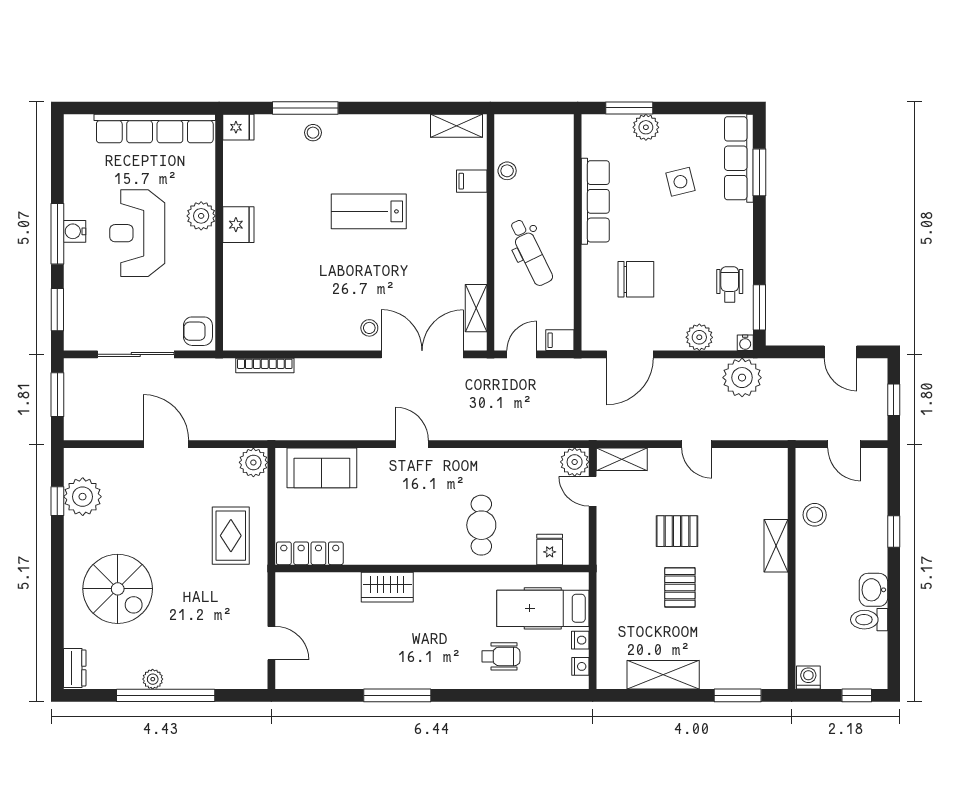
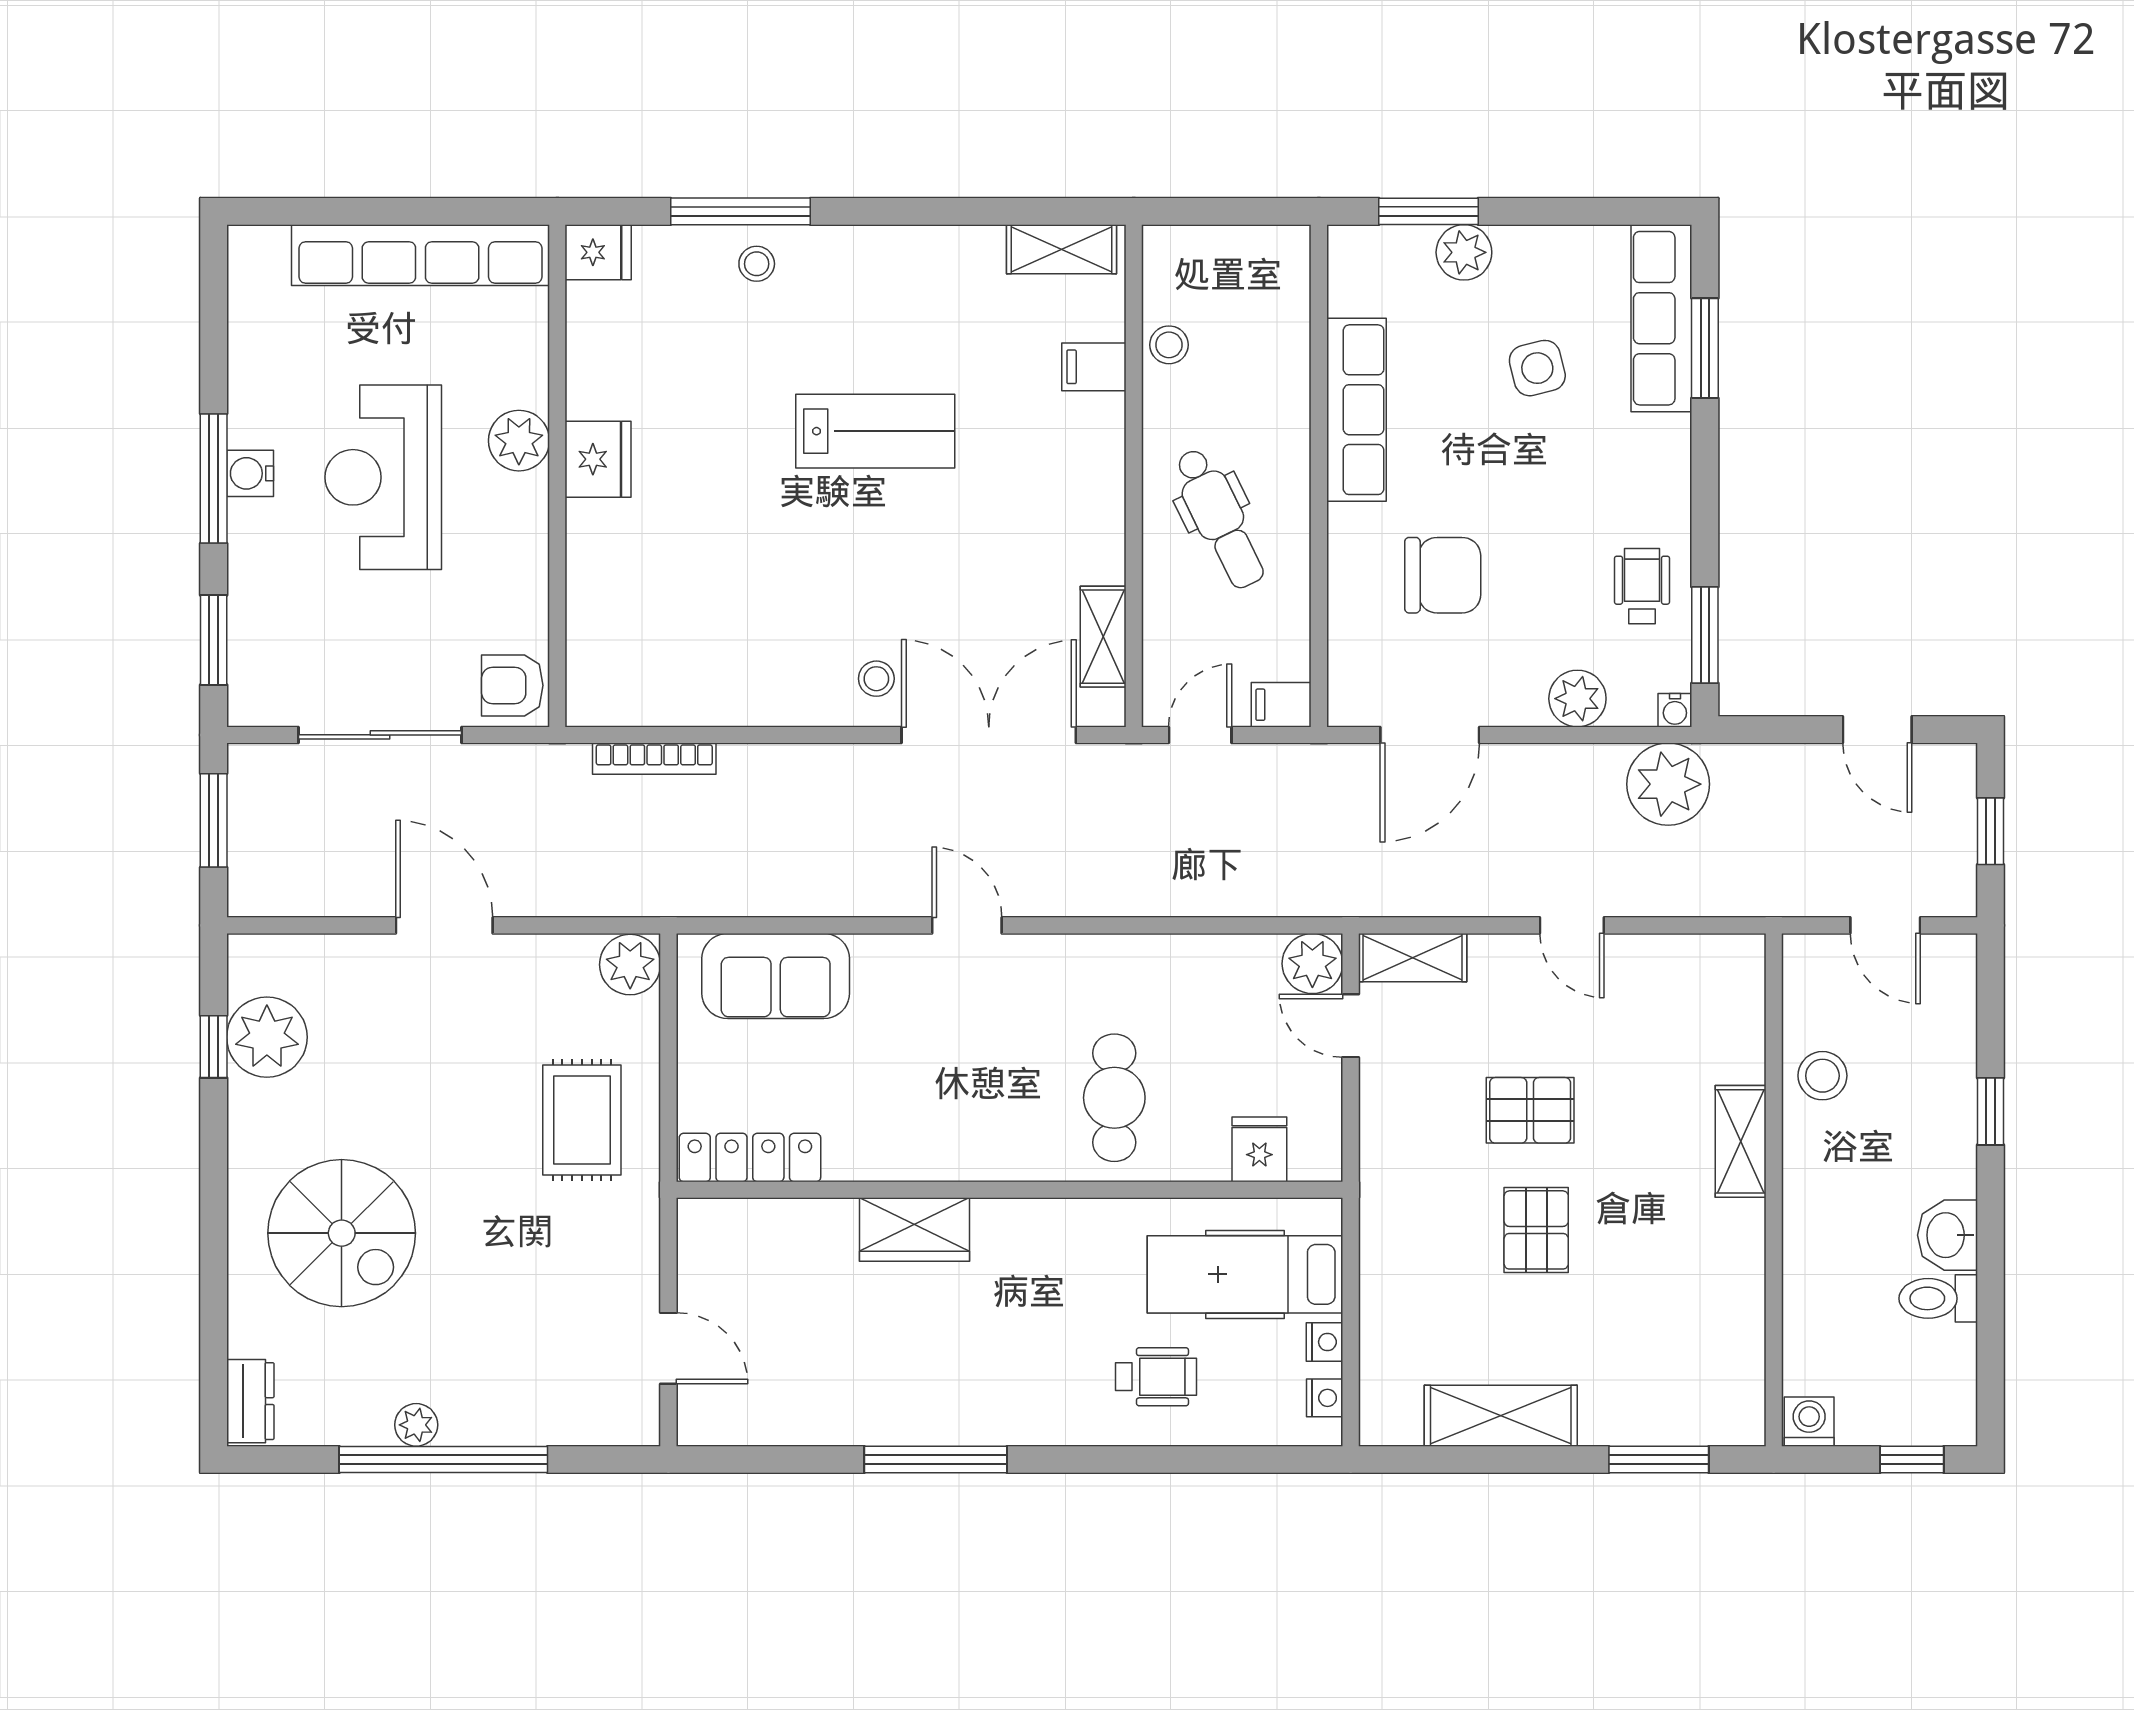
lab bench: (369, 211) -> (875, 431), turned 180

